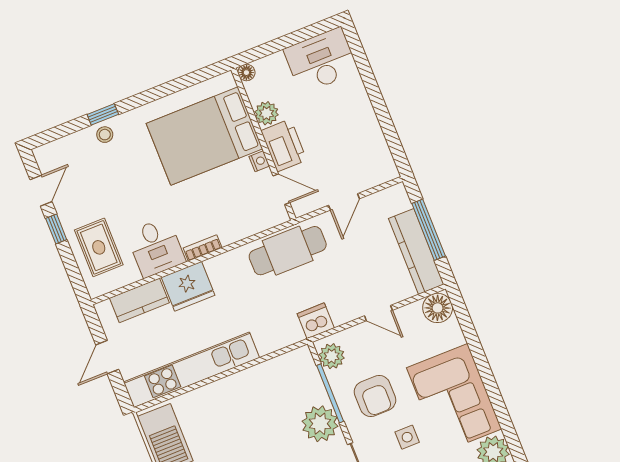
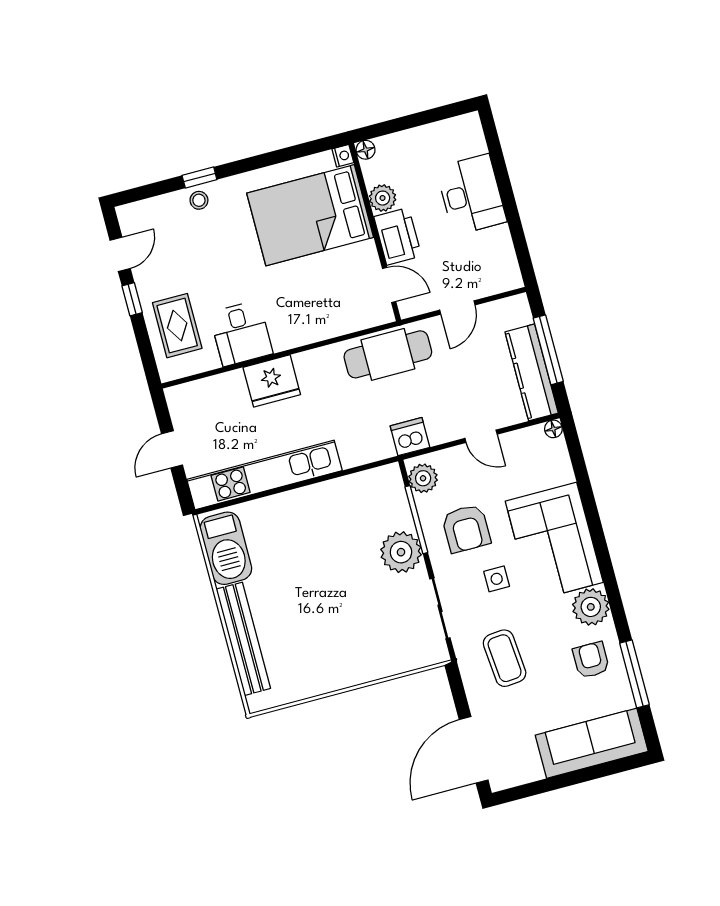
desk: (321, 60) -> (471, 195), moved, turned 90
nightstand: (259, 161) -> (343, 156), moved
bookcase: (203, 248) -> (293, 340), removed
kitchen counter: (139, 300) -> (215, 390), removed
floor lamp: (438, 308) -> (553, 429), width x0.53, depth x0.53

